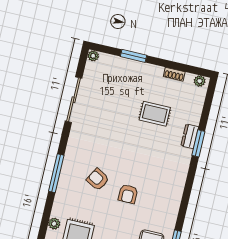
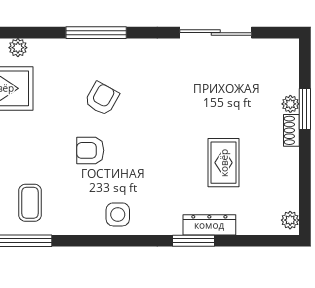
plant: (93, 56) -> (290, 104), moved
shoe rack: (174, 74) -> (291, 130), moved
dresser: (190, 136) -> (209, 225), width x1.44
side table: (171, 186) -> (118, 214), added

